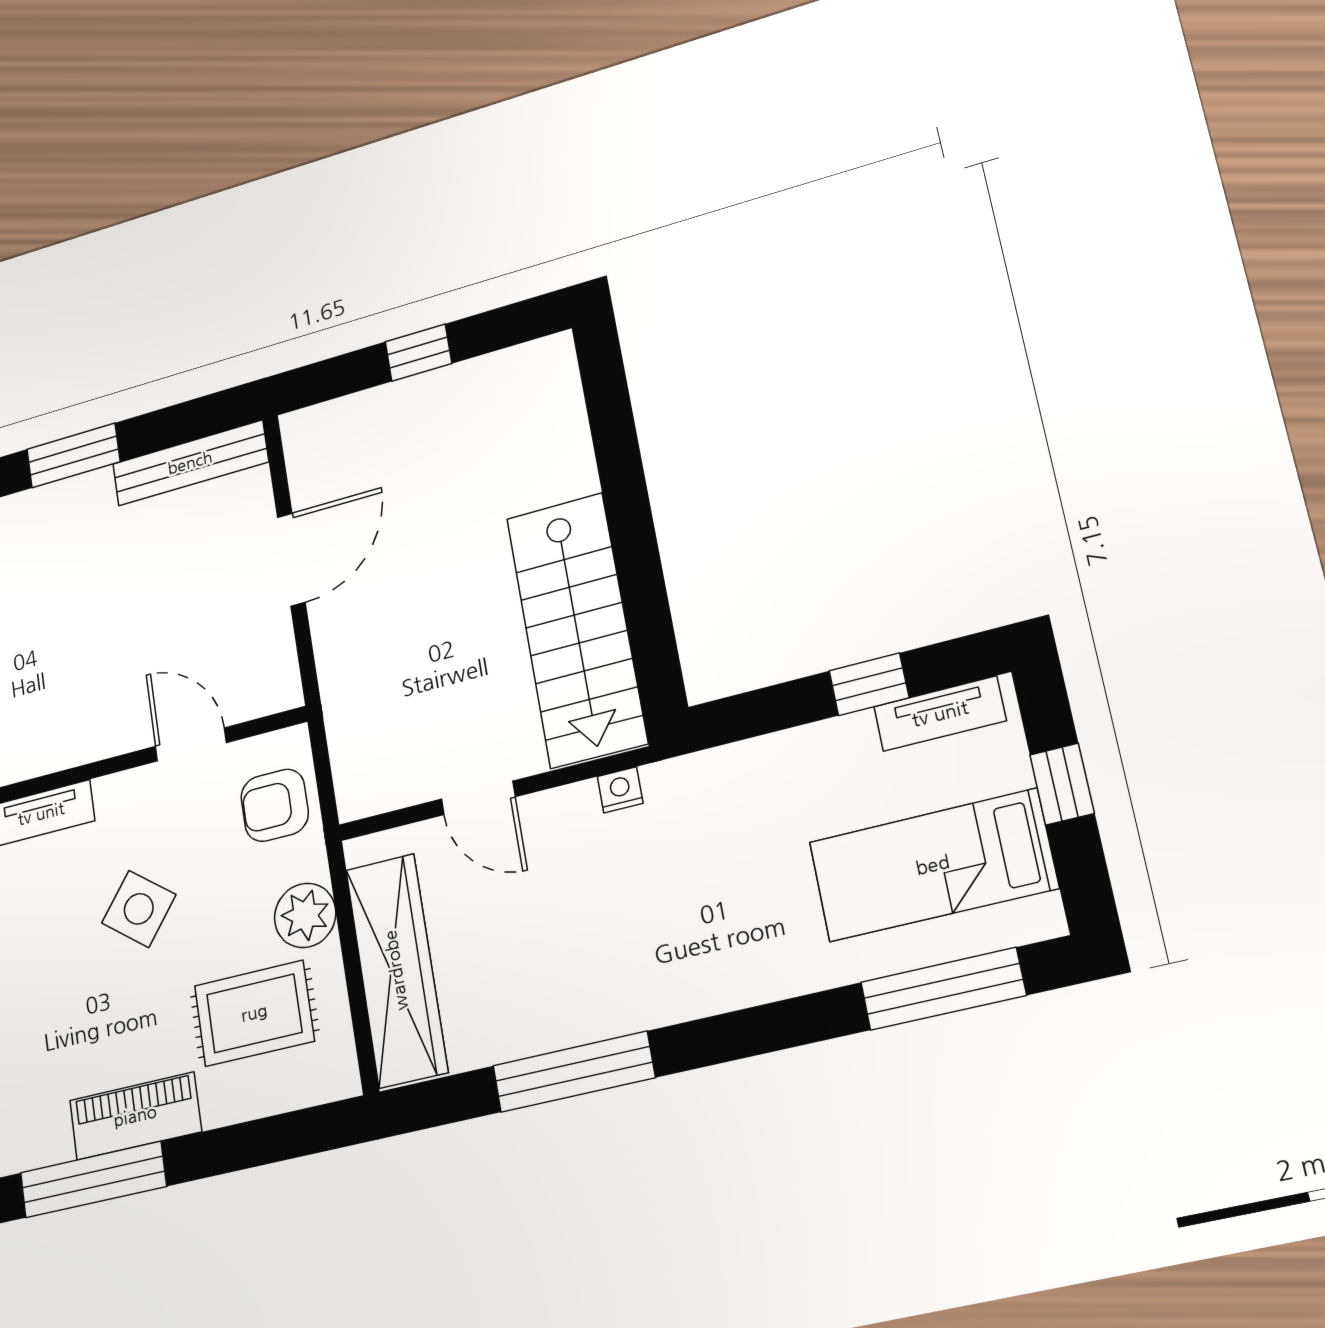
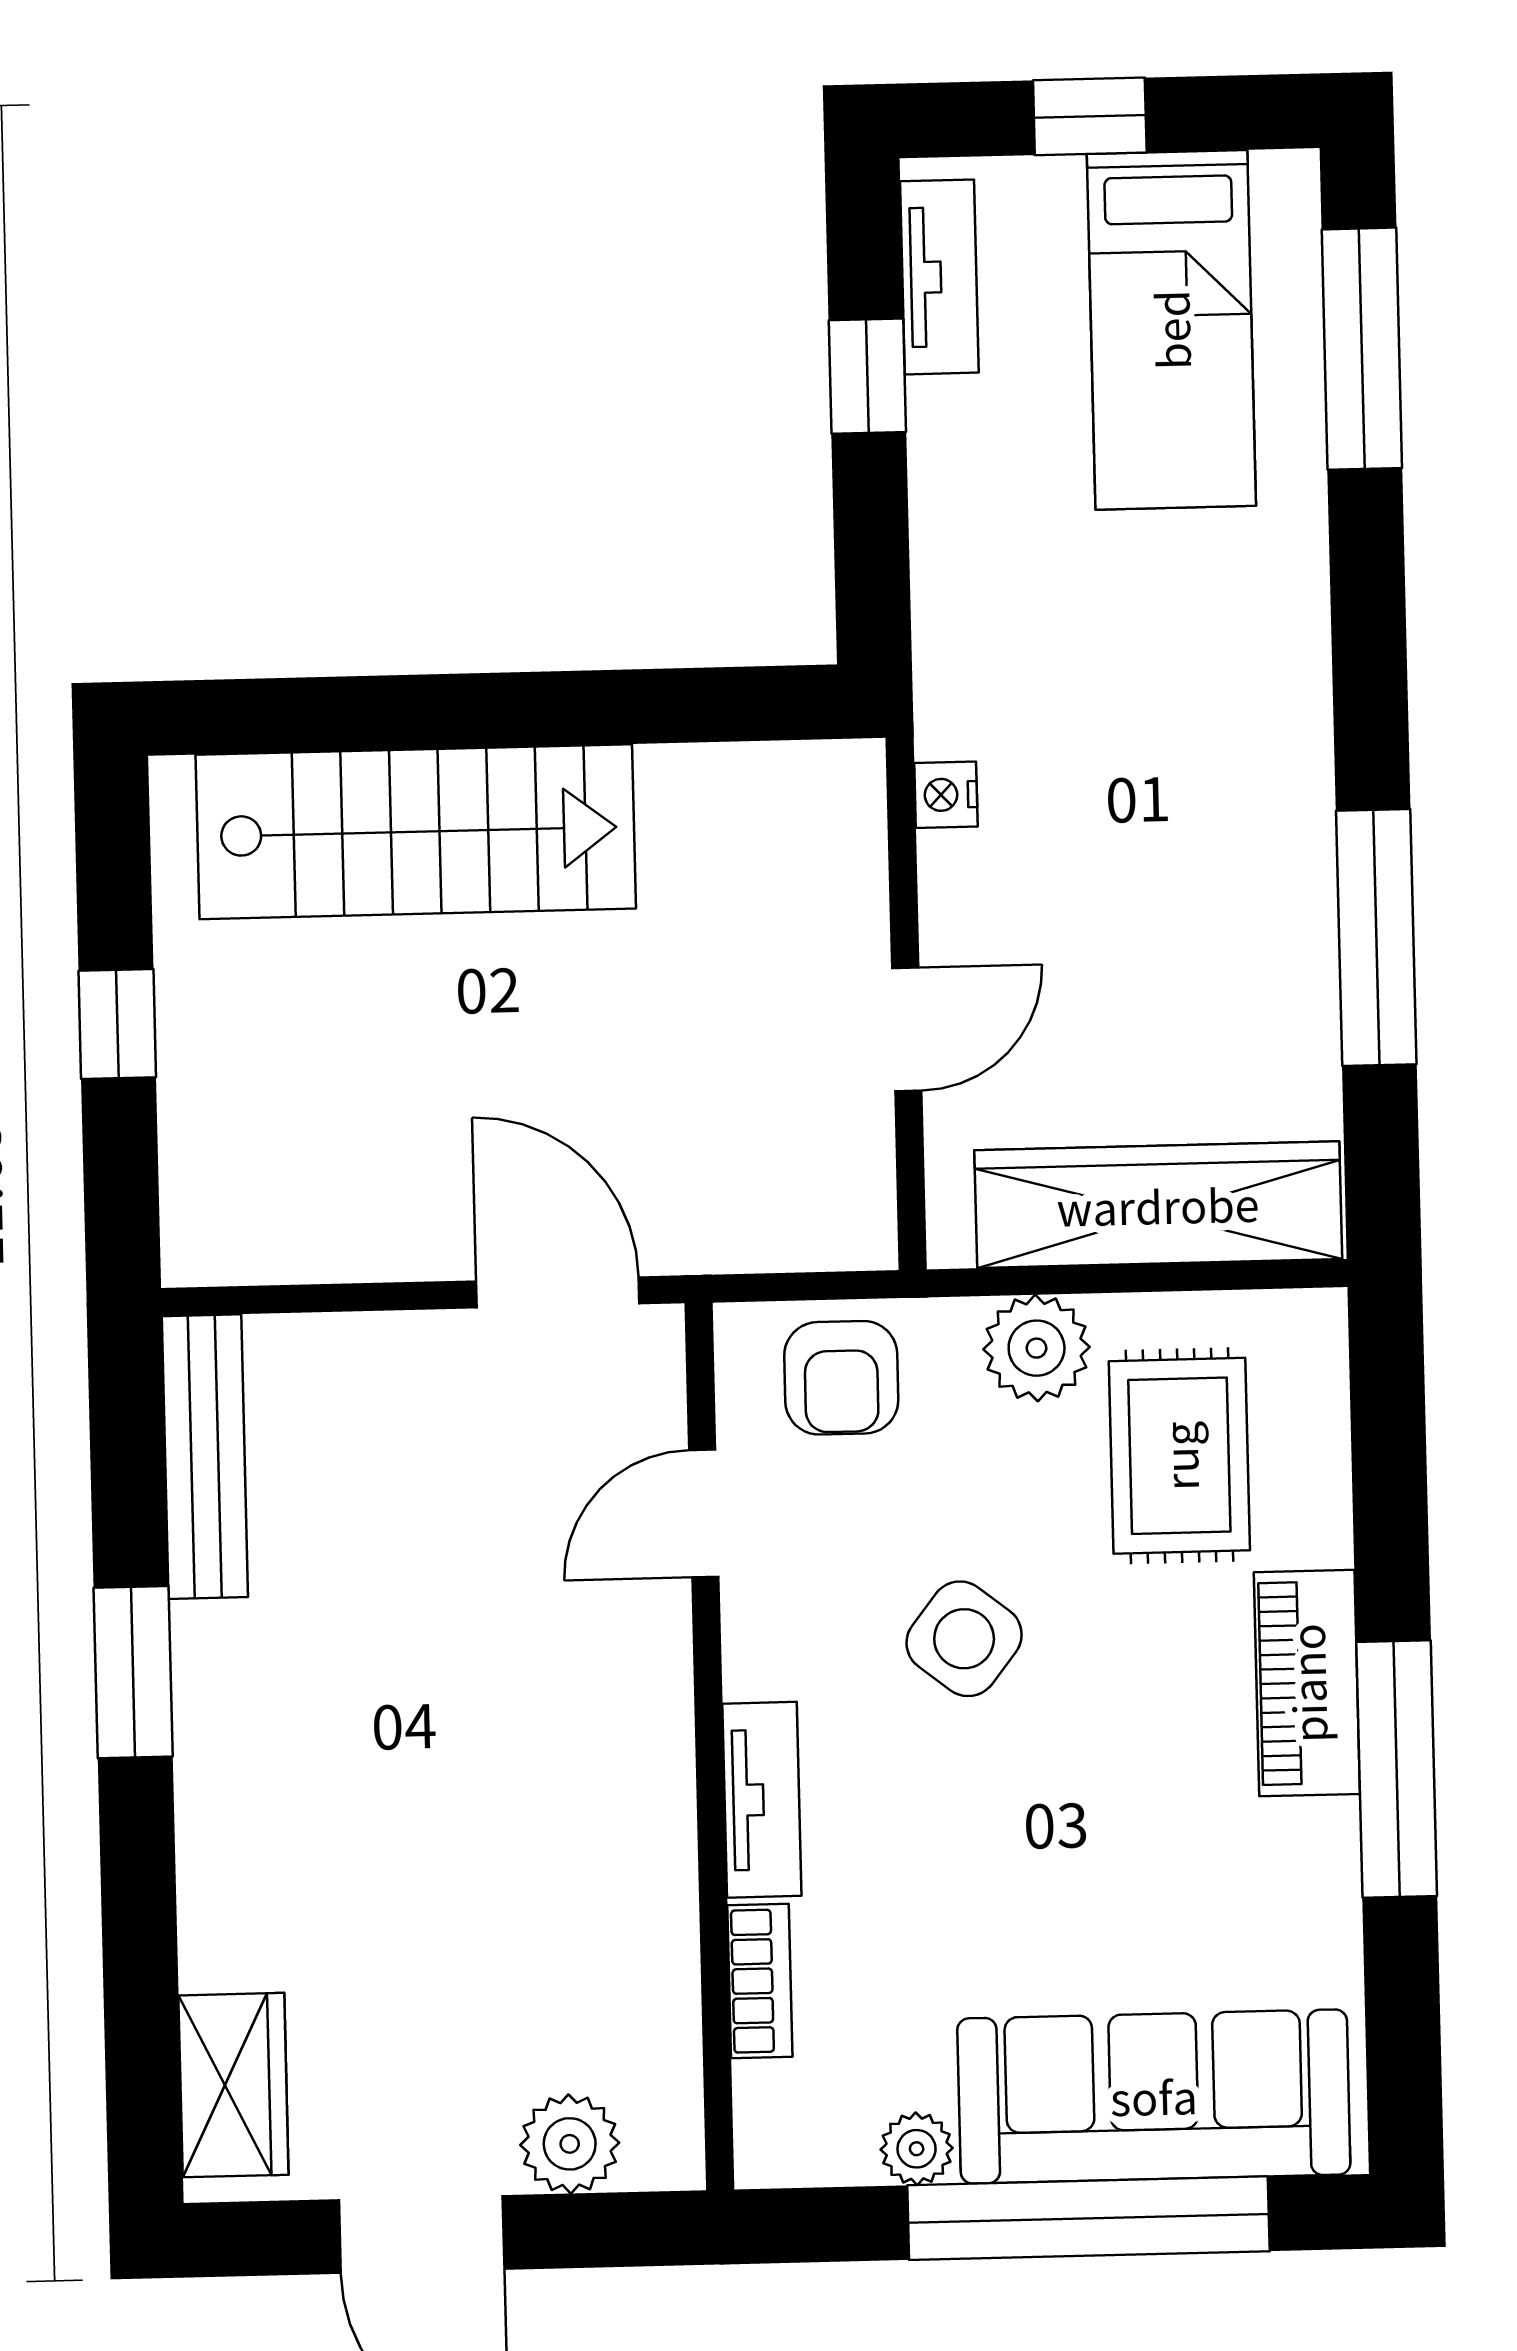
door: (291, 560) -> (558, 1292), moved
stairs: (577, 630) -> (416, 832), moved

